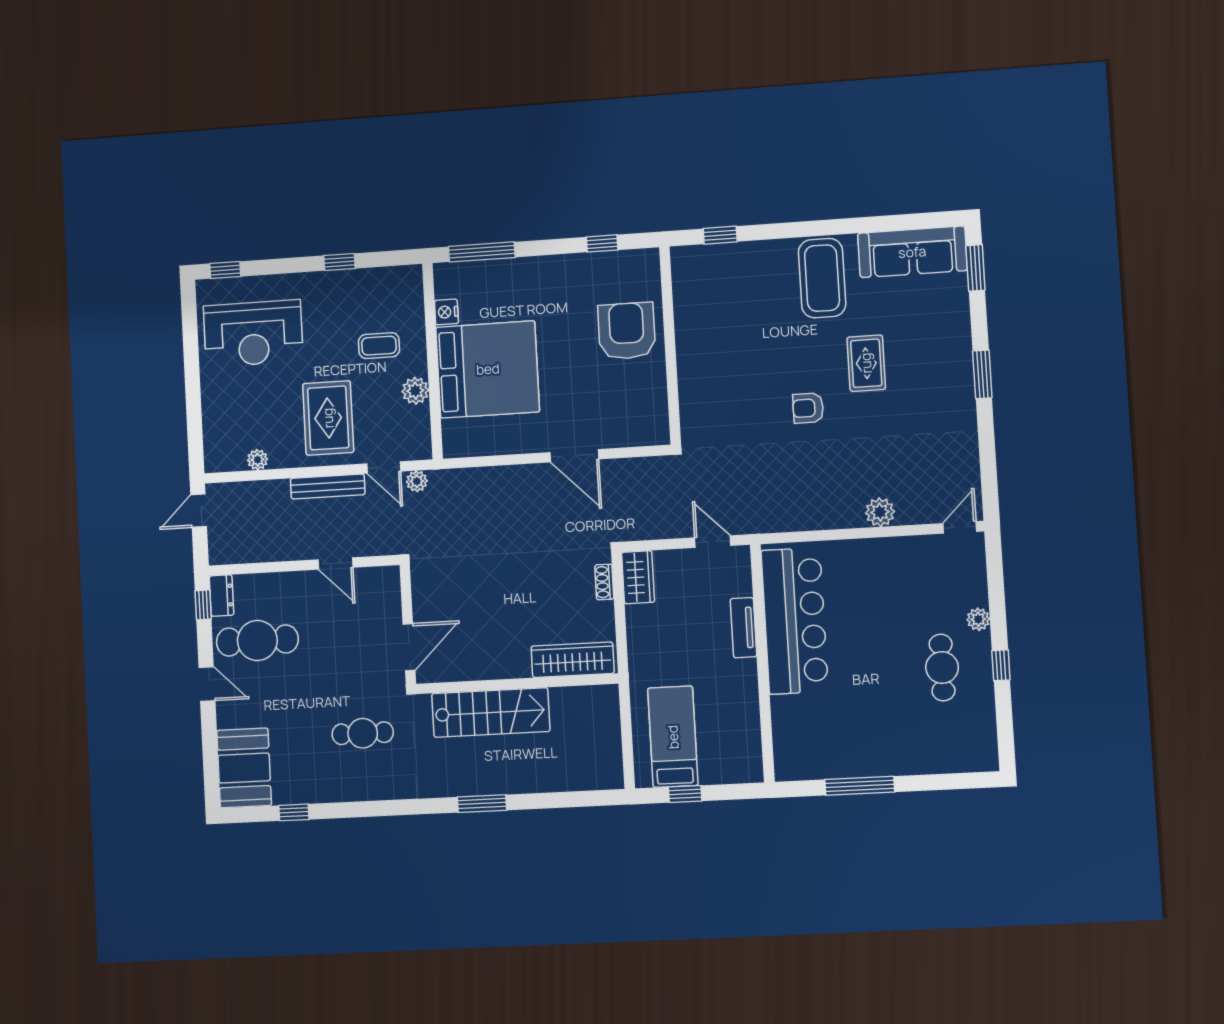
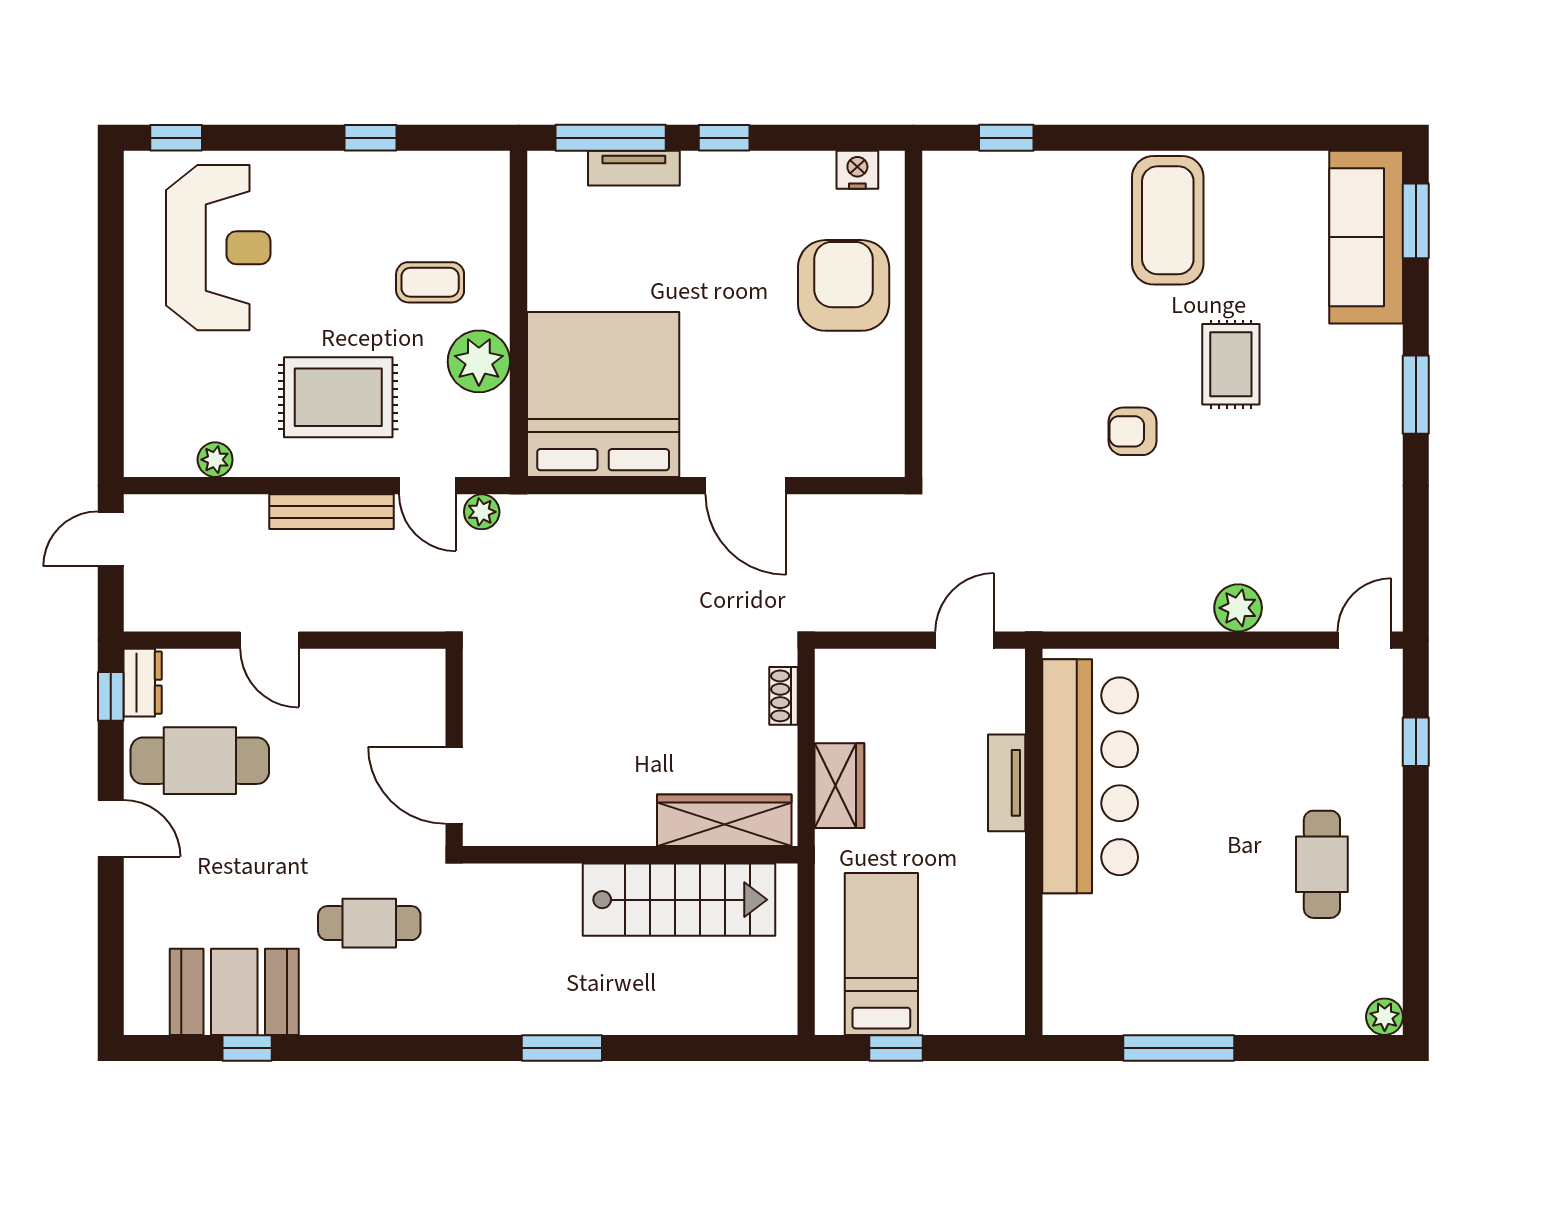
window: (602, 243) -> (724, 138), moved
sofa: (912, 252) -> (1366, 237), moved, turned 90
tv unit: (497, 269) -> (634, 168), added
nightstand: (446, 312) -> (857, 170), moved, turned 90
reception desk: (253, 333) -> (218, 248), turned -90
bed: (488, 369) -> (603, 394), moved, turned -90
plant: (415, 391) -> (479, 361), width x1.36, depth x1.36
rug: (328, 418) -> (338, 397), turned 90
door: (713, 542) -> (965, 640), hinge flipped
door: (336, 563) -> (270, 640), moved
wardrobe: (638, 577) -> (839, 786), moved
plant: (978, 619) -> (1385, 1017), moved
door: (409, 647) -> (454, 785), swing flipped
window: (1001, 665) -> (1416, 742), moved
stairs: (491, 712) -> (679, 900), moved
booth: (244, 768) -> (234, 992), moved, turned 90

